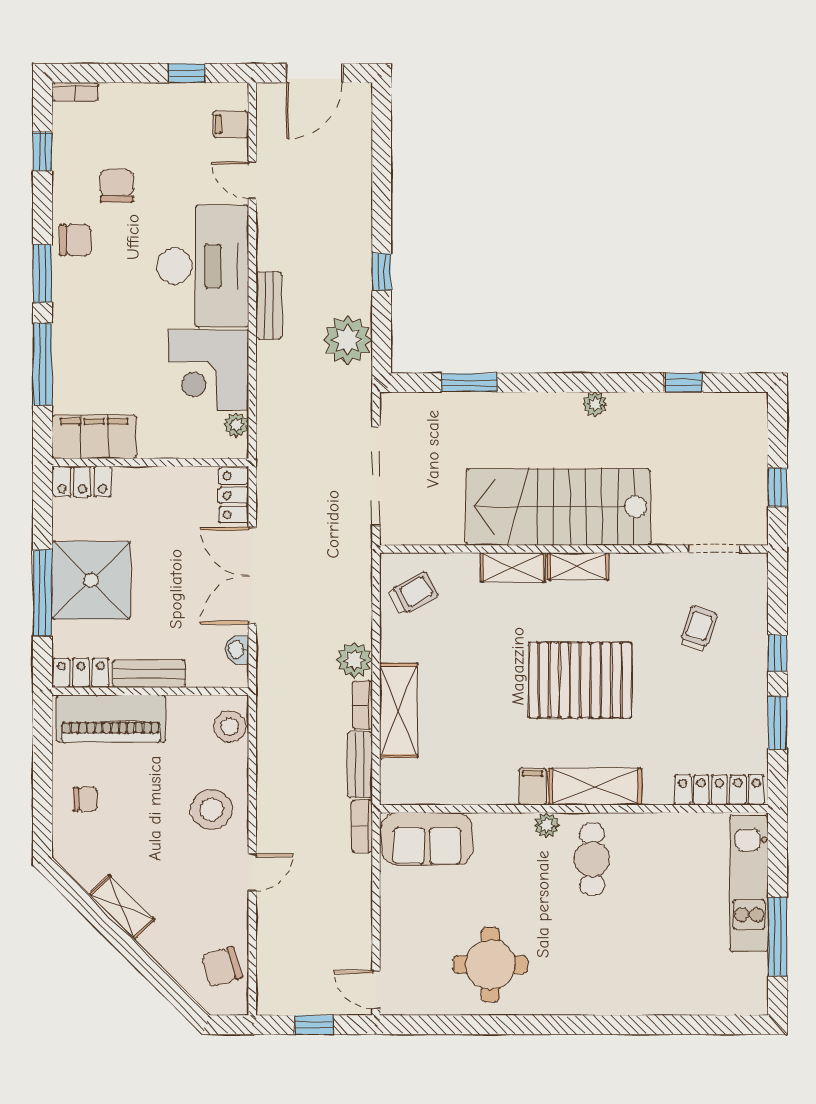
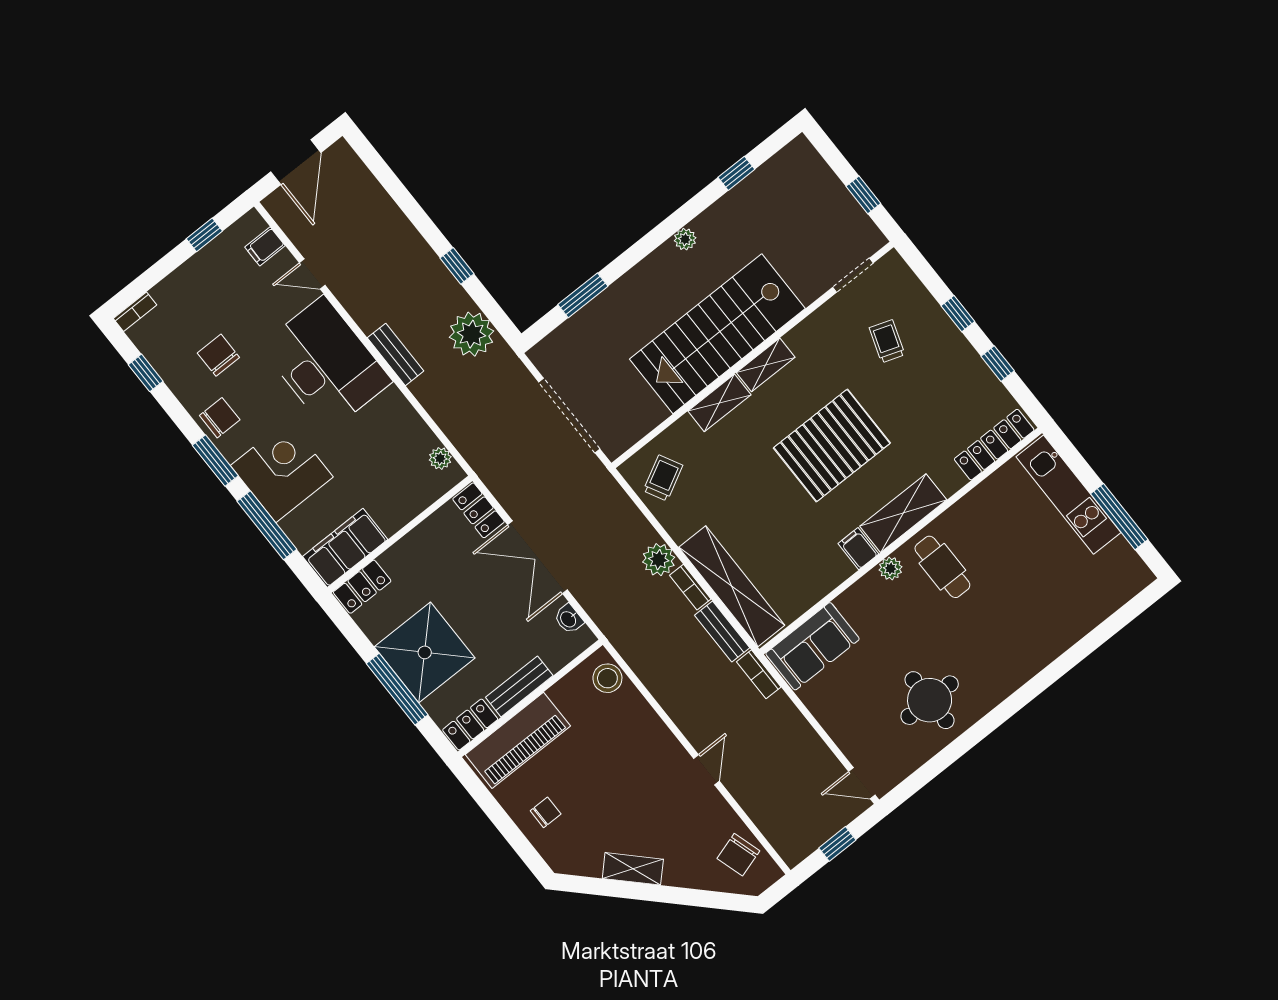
corner desk: (208, 370) -> (282, 471), moved, turned 180
shelving: (399, 710) -> (732, 586), width x1.47
window: (778, 723) -> (998, 364), width x0.67
stool: (212, 810) -> (642, 748), removed

